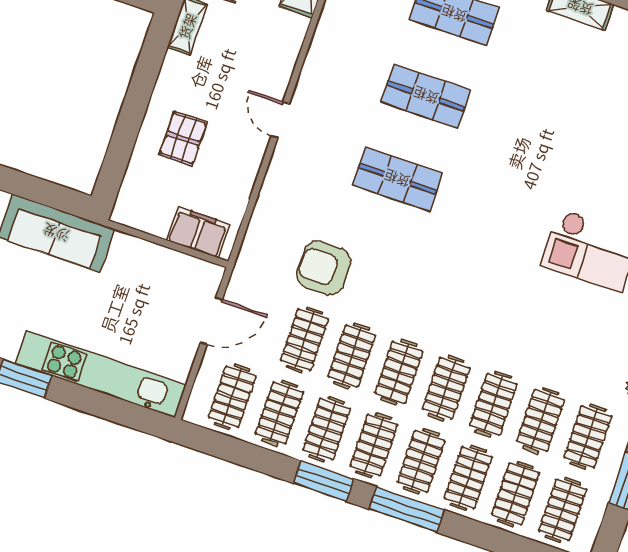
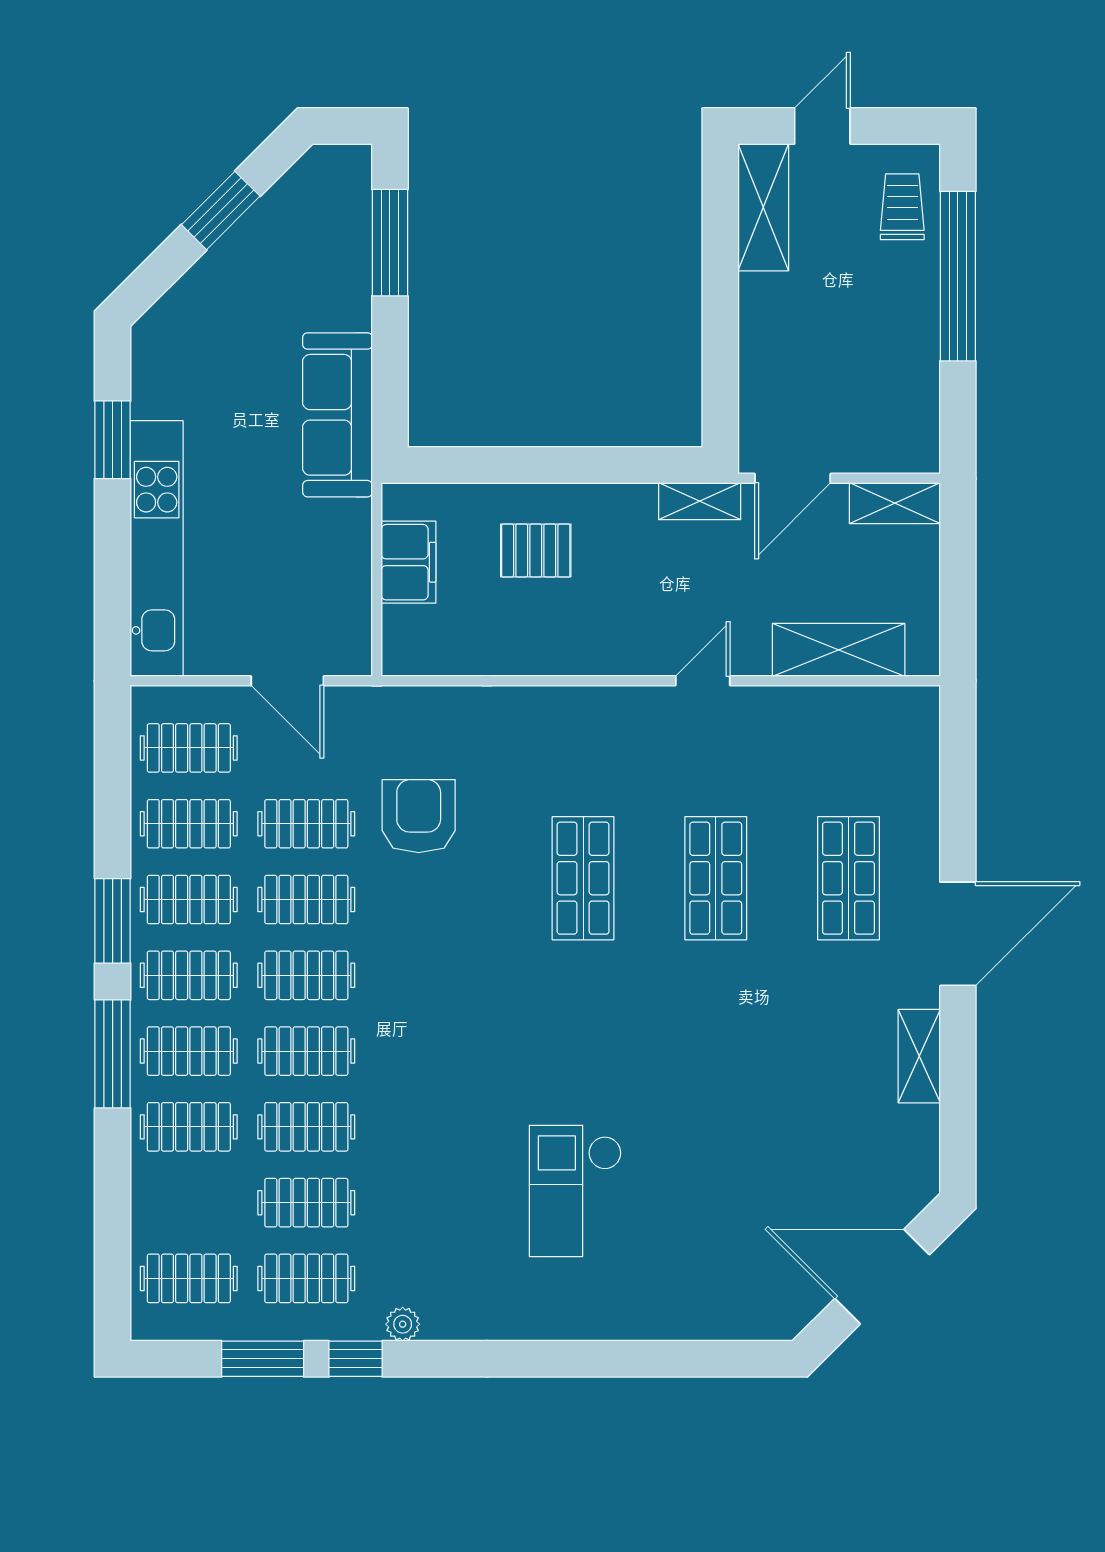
door: (280, 120) -> (703, 681), moved
filing cabinet: (198, 232) -> (409, 562), moved
clothes rail: (516, 494) -> (189, 1203), removed

